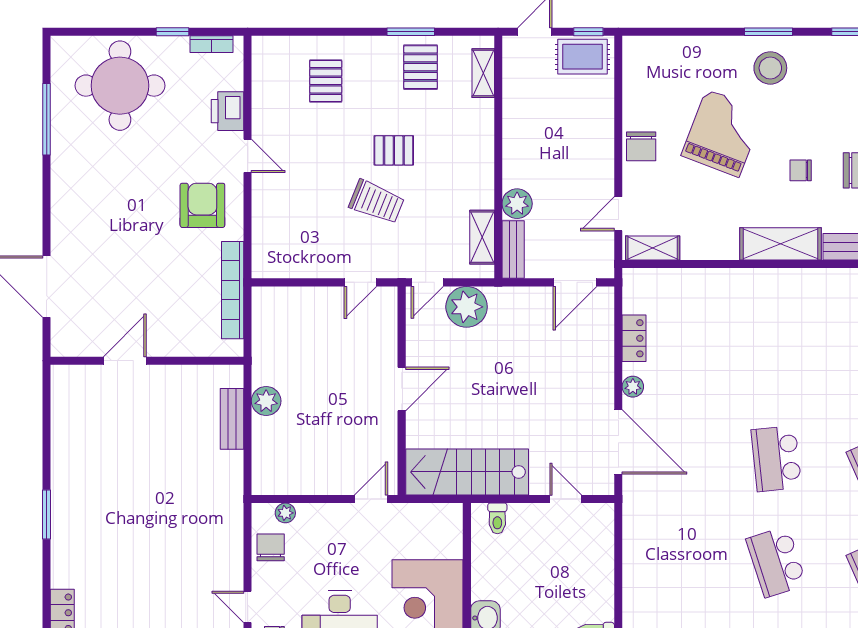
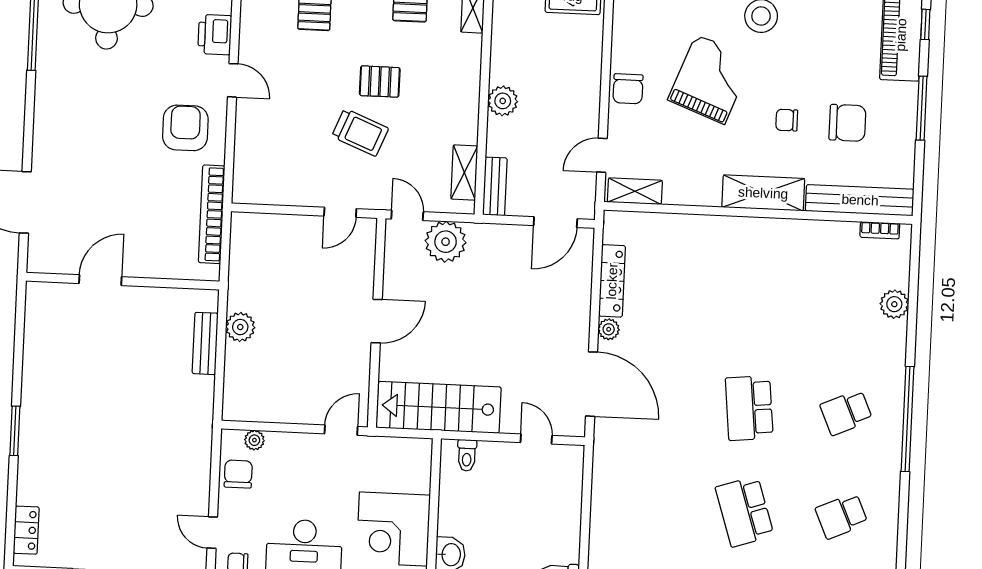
plant: (517, 204) -> (503, 101), moved
door: (427, 282) -> (407, 215), swing flipped
locker: (634, 338) -> (612, 281), width x1.53

